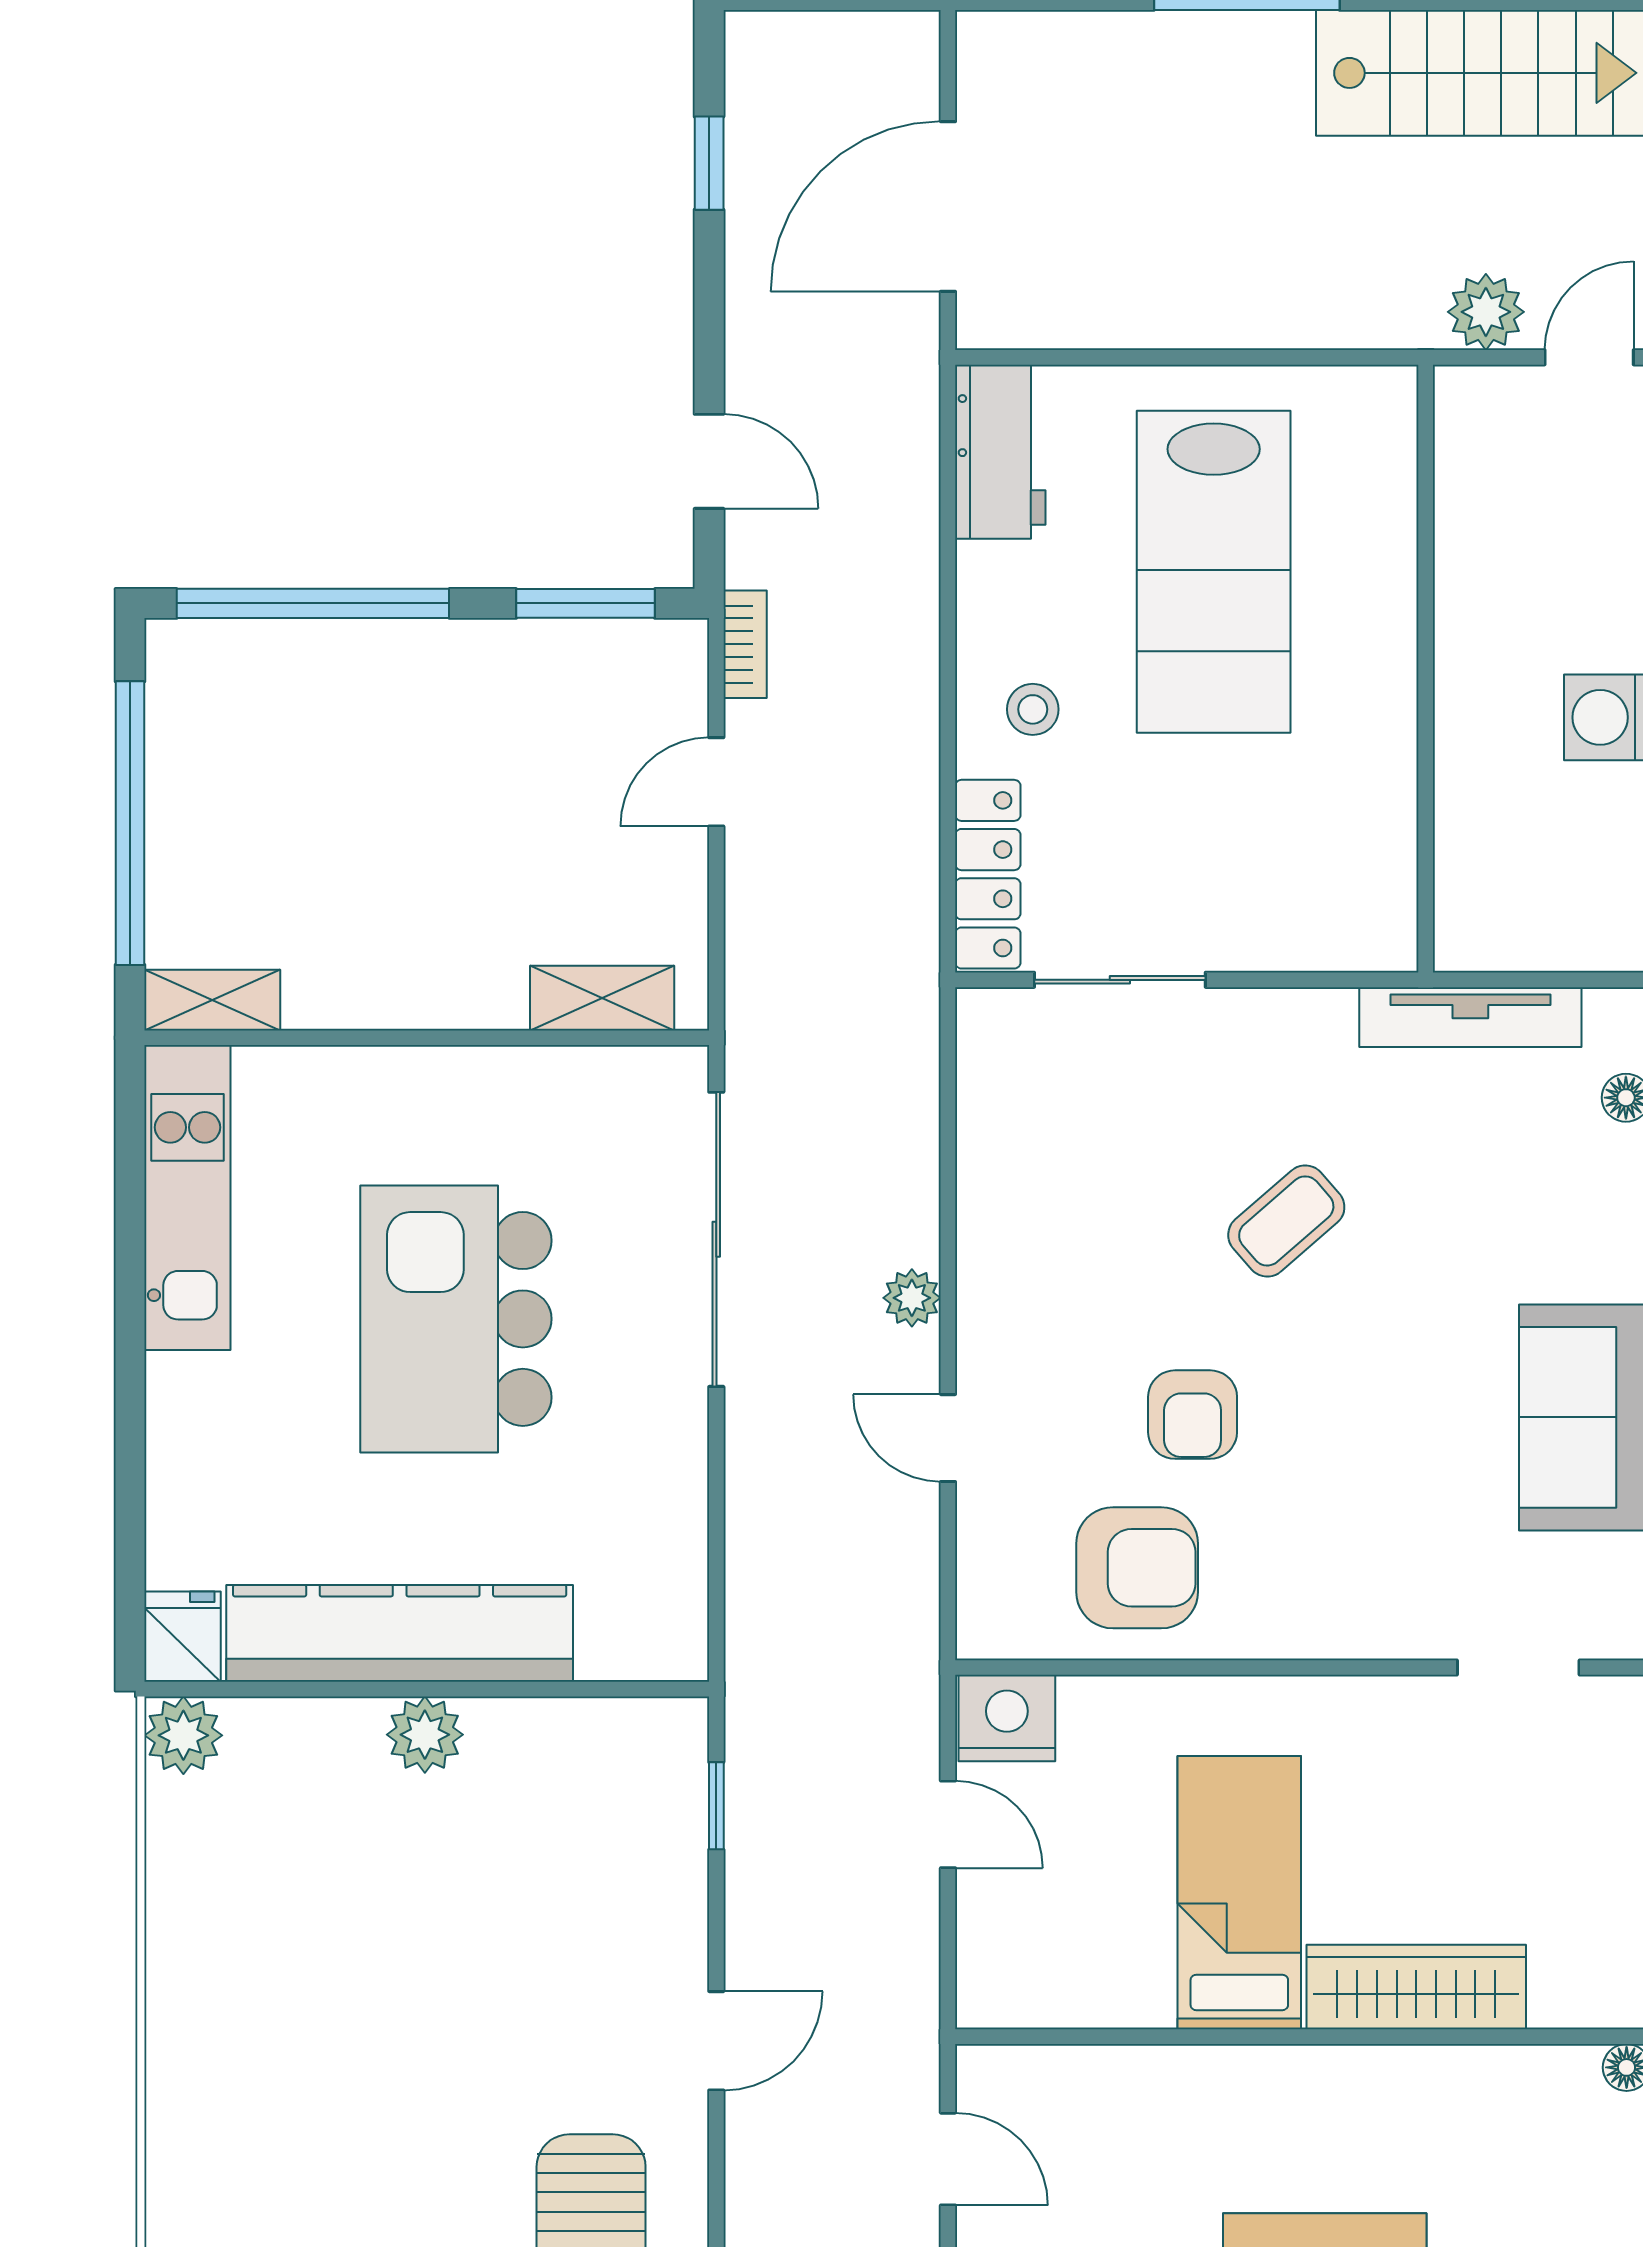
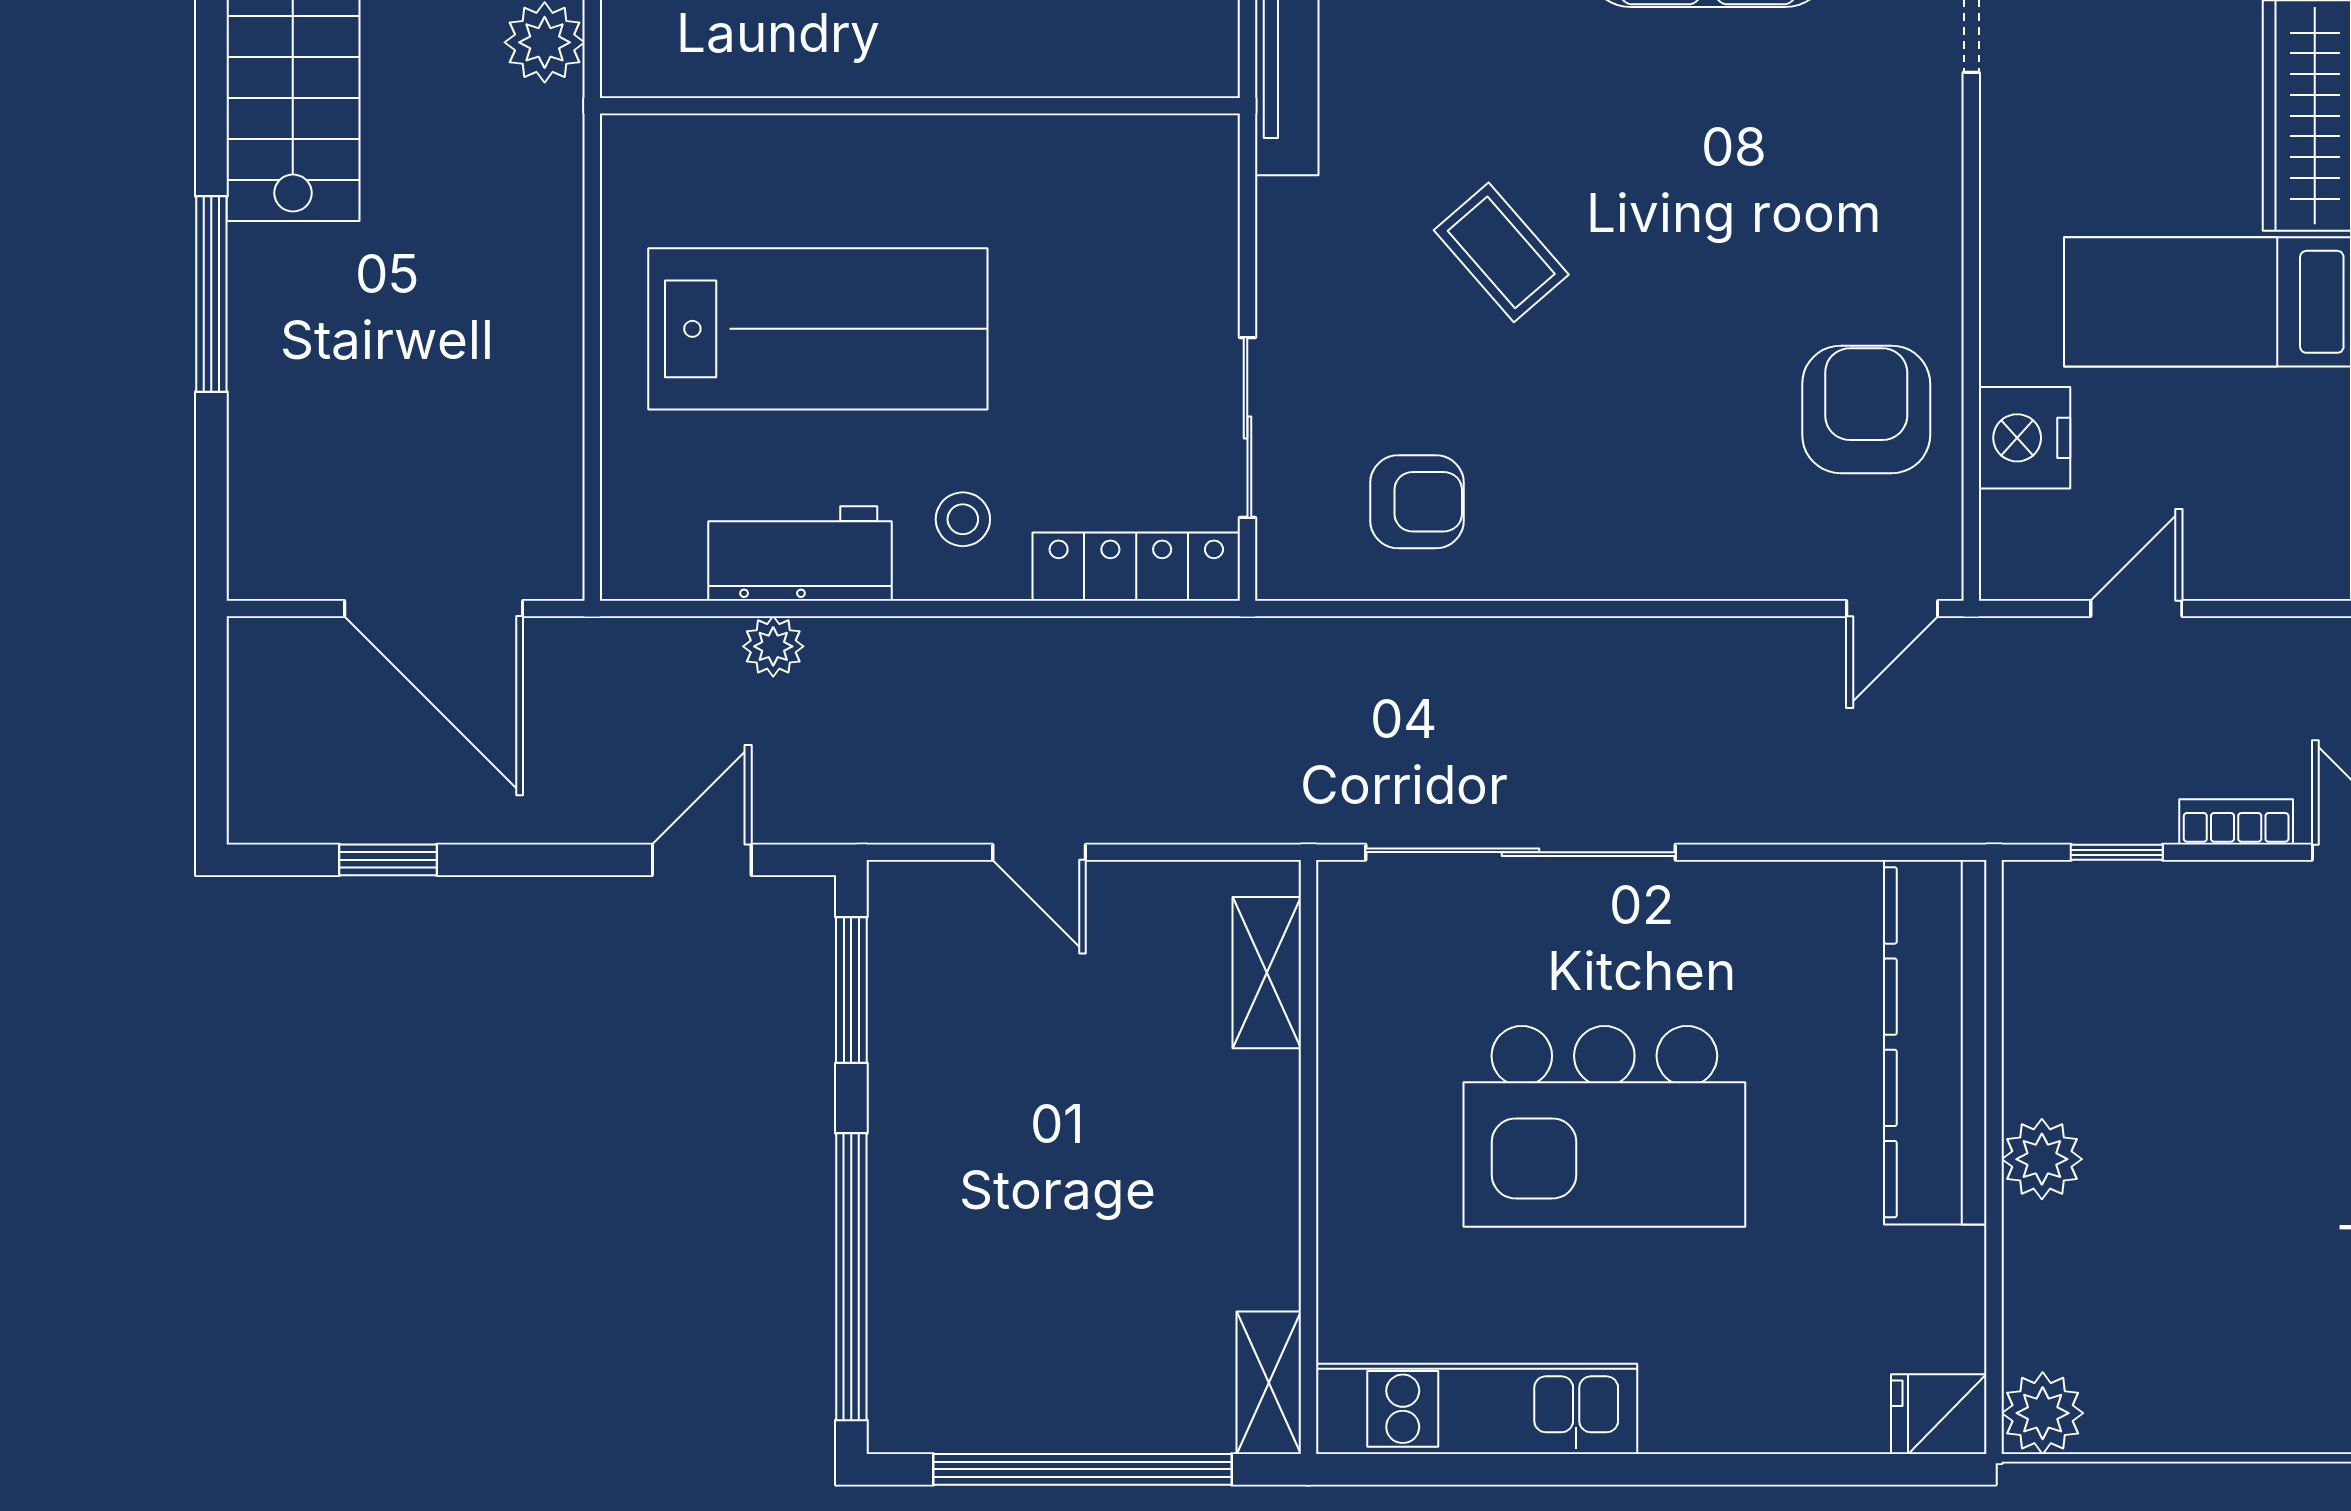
workbench: (1000, 452) -> (800, 553), moved
bookcase: (745, 644) -> (2236, 822), moved
plant: (912, 1298) -> (773, 646), moved
armchair: (1193, 1415) -> (1417, 502), moved
door: (948, 1438) -> (1892, 608), moved
kitchen counter: (400, 1633) -> (1935, 1042), moved
nightstand: (1007, 1718) -> (2024, 438), moved

